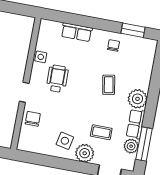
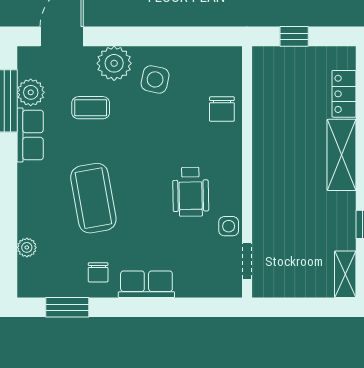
row of seats: (77, 32) -> (146, 284), moved
coffee table: (109, 85) -> (93, 198), width x1.86, depth x1.72
doorway: (24, 92) -> (247, 261), moved
plant: (138, 99) -> (27, 247), moved, width x0.53, depth x0.53

